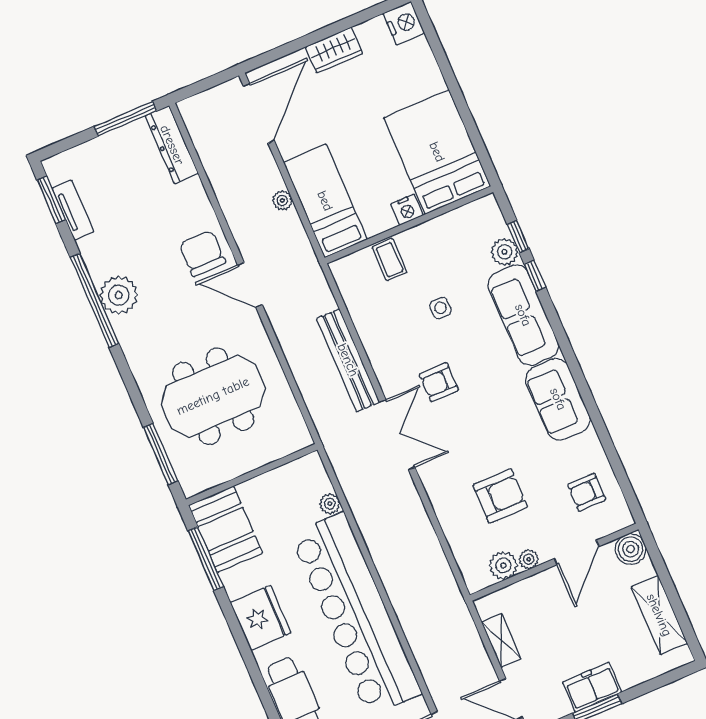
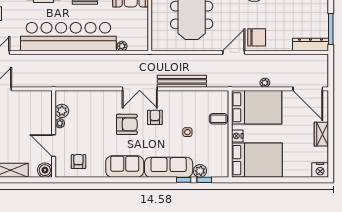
bed: (325, 201) -> (257, 107), width x1.50
armchair: (500, 496) -> (127, 124), moved, turned -90
shelving: (501, 640) -> (29, 96), removed

